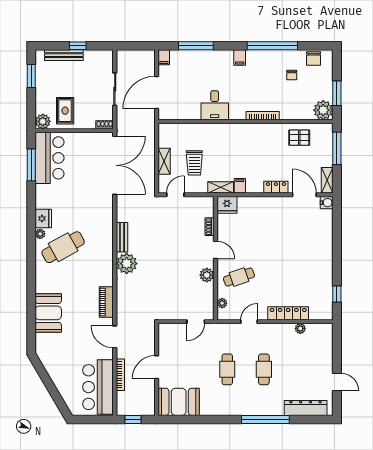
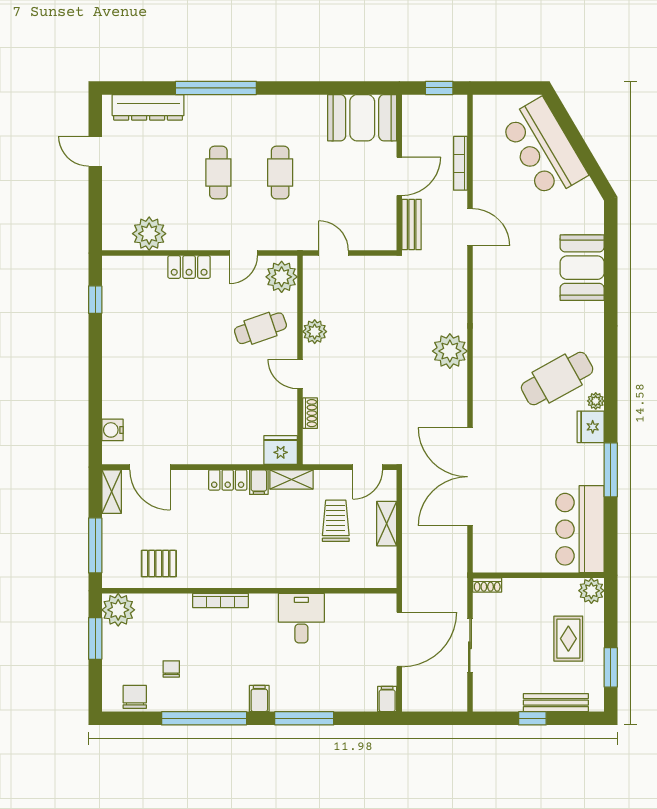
window: (196, 46) -> (304, 718), moved
rug: (65, 111) -> (568, 639), moved
window: (31, 165) -> (611, 470), moved
double door: (115, 165) -> (470, 477), moved
locker: (276, 187) -> (228, 480), moved
water cooler: (327, 203) -> (113, 430), moved
bench: (122, 237) -> (412, 224), moved
piano: (106, 302) -> (484, 286), removed
plant: (222, 303) -> (282, 277), width x1.88, depth x1.88
locker: (288, 313) -> (189, 267), width x0.66
door: (196, 322) -> (333, 253), hinge flipped
plant: (300, 328) -> (149, 234), width x1.88, depth x1.88
bar counter: (98, 387) -> (544, 148), moved, turned 150

